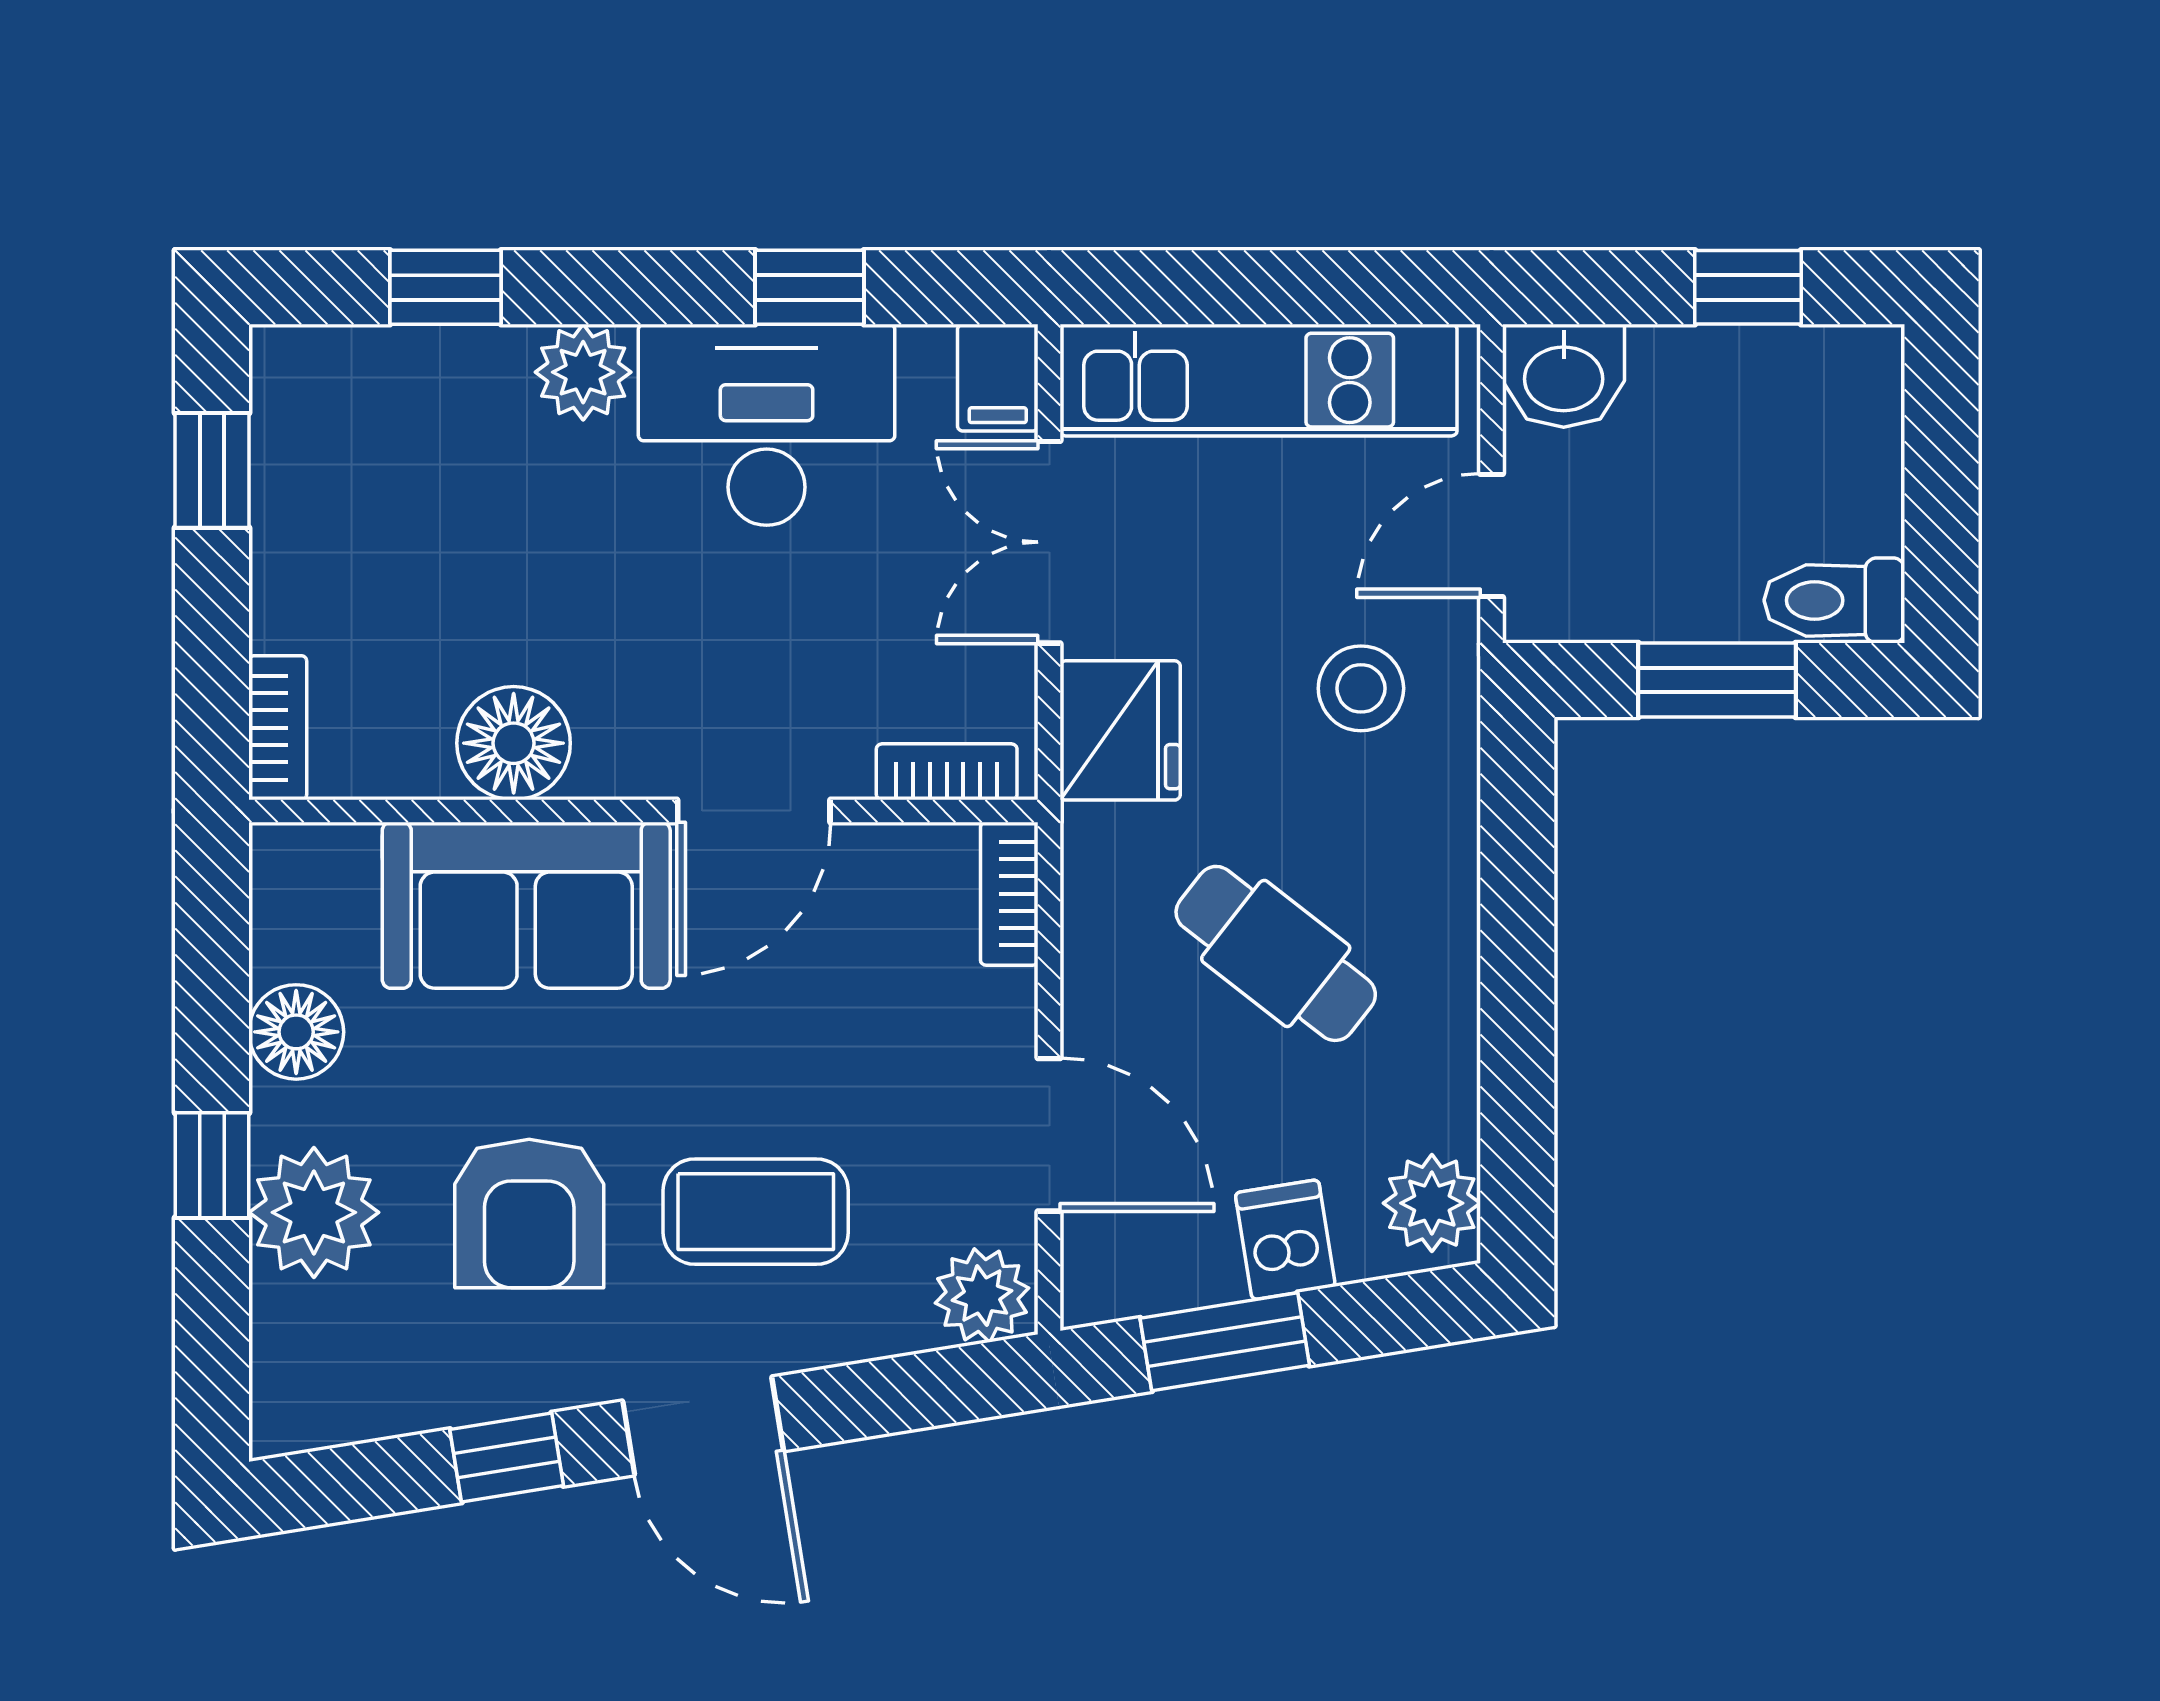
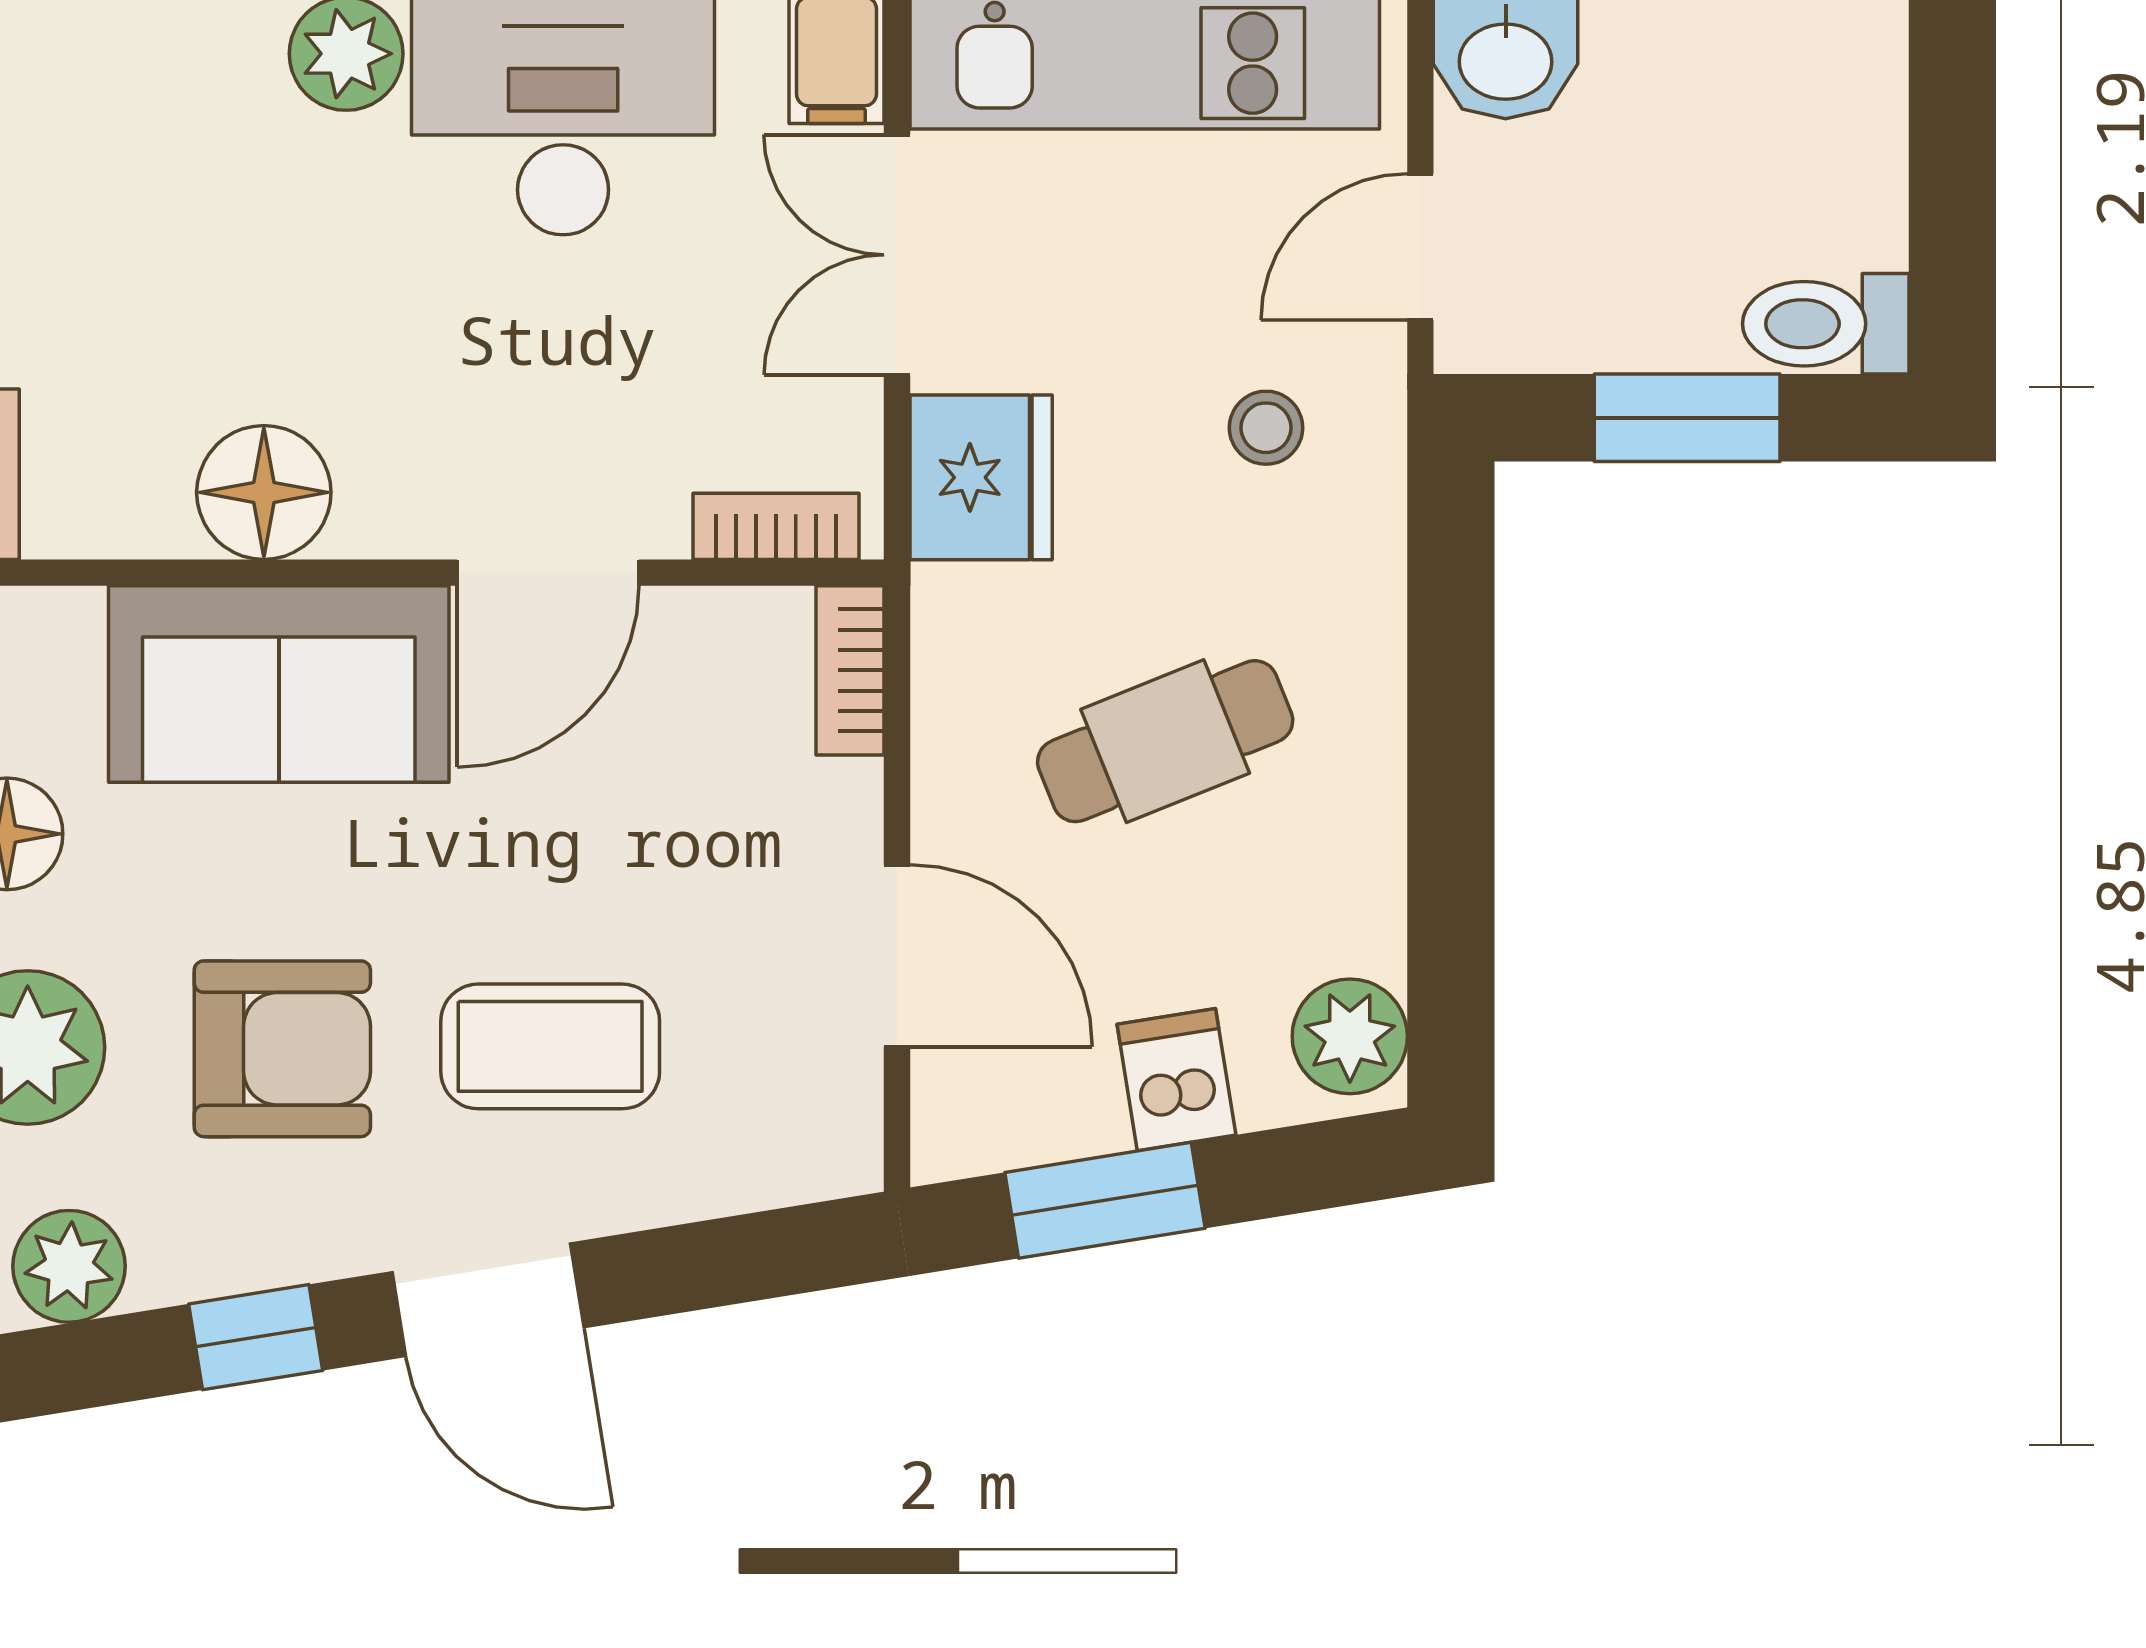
stool: (1361, 688) -> (1266, 428), width x0.73, depth x0.73
cafe table: (1276, 953) -> (1165, 741), turned -60
armchair: (529, 1214) -> (282, 1049), turned -90
plant: (982, 1295) -> (69, 1266), moved

